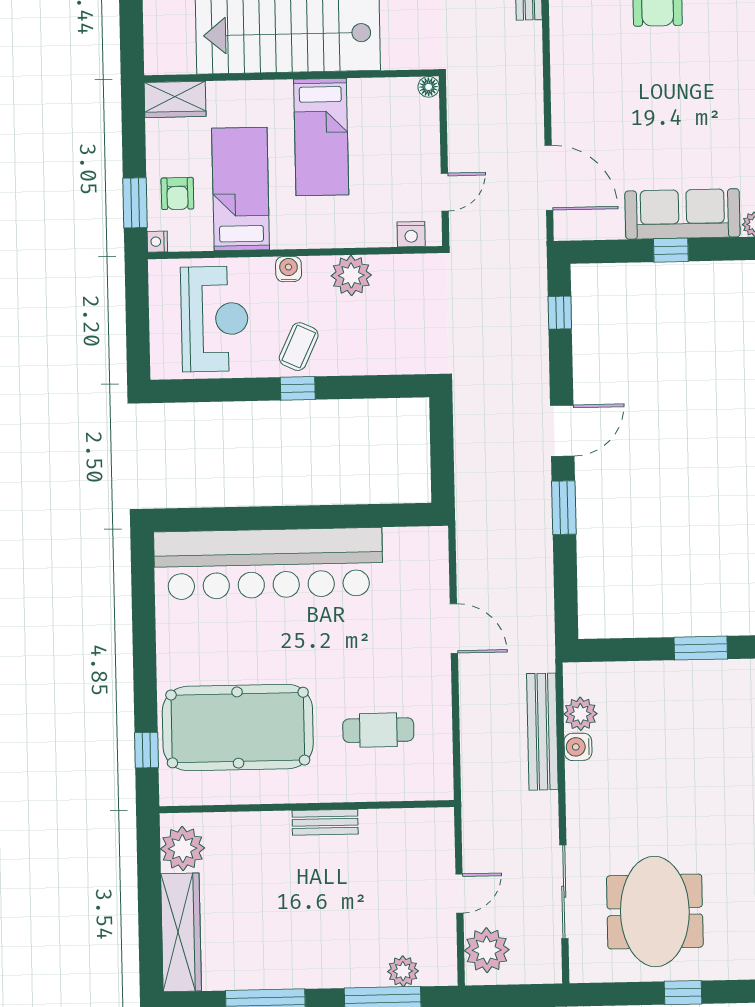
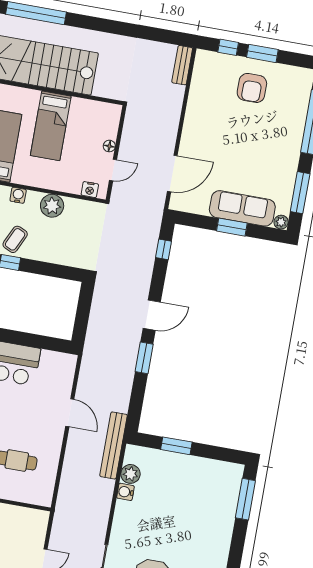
floor lamp: (429, 87) -> (109, 146), moved
door: (549, 178) -> (172, 174), hinge flipped
window: (671, 250) -> (232, 227), width x1.50
window: (701, 648) -> (176, 446), moved
bench: (542, 732) -> (114, 445), moved

